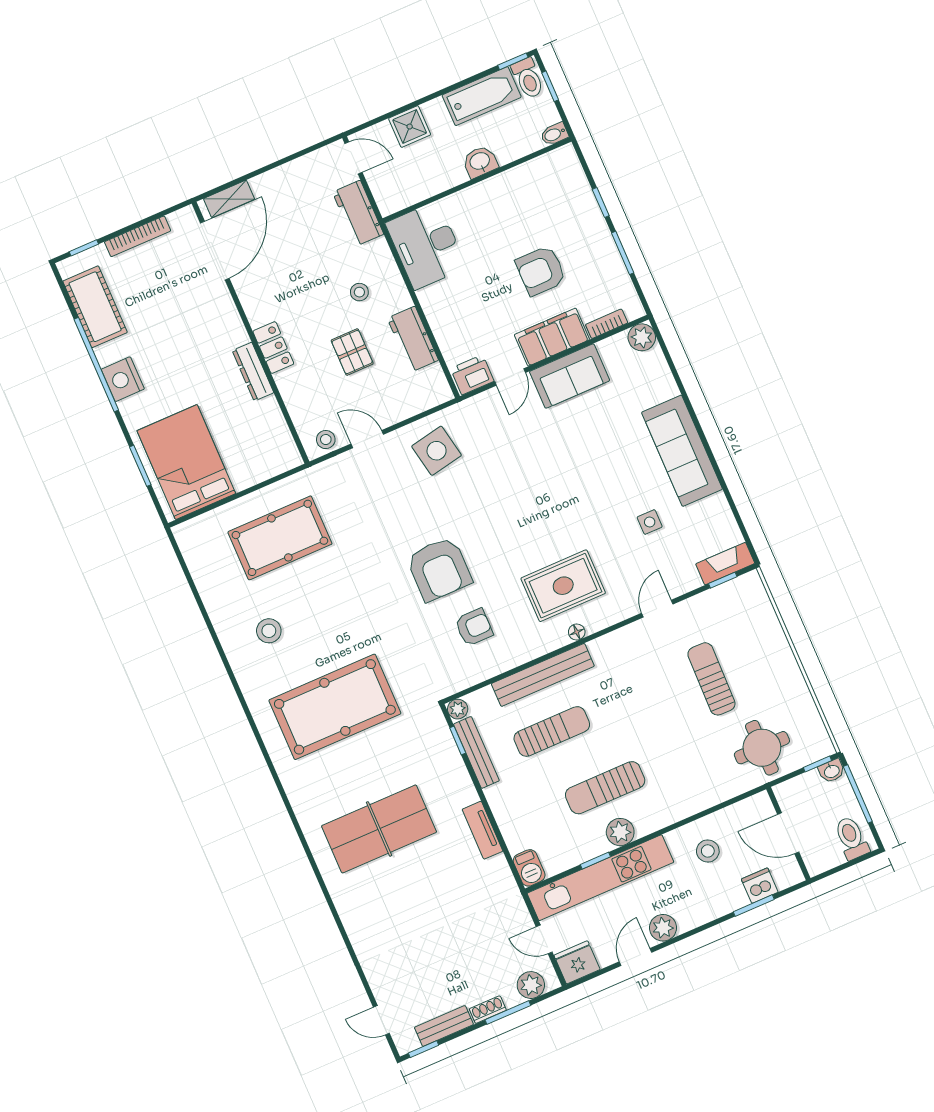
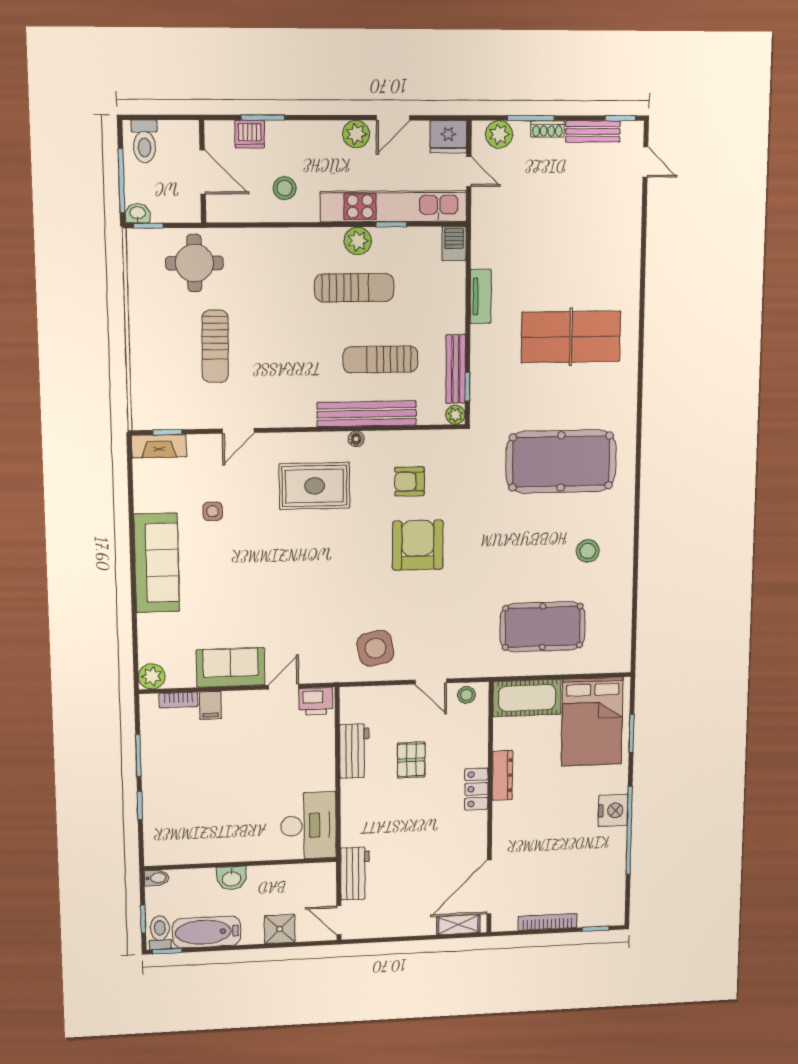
armchair: (541, 271) -> (218, 767), removed
stool: (359, 292) -> (383, 808), removed
cot: (95, 307) -> (527, 698), moved, turned 90
filing cabinet: (552, 337) -> (210, 705), width x0.33, depth x0.86
floor lamp: (577, 632) -> (356, 439), moved

